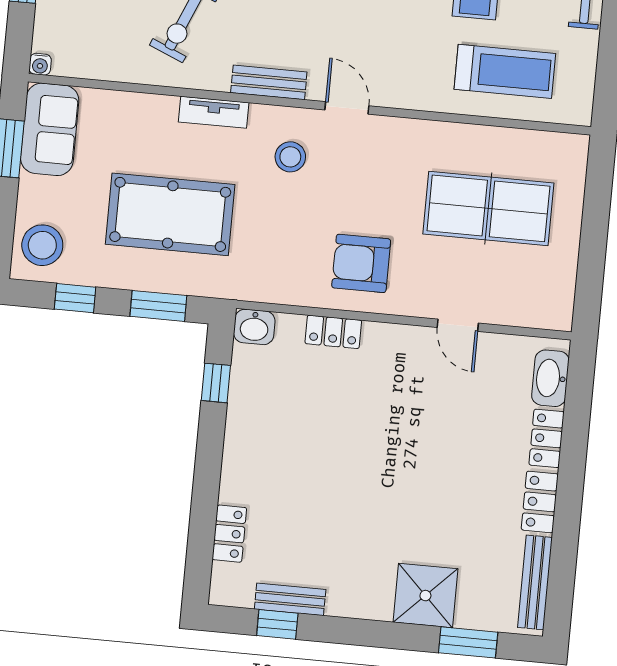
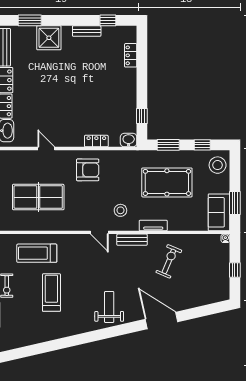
bench: (290, 599) -> (87, 31), moved

